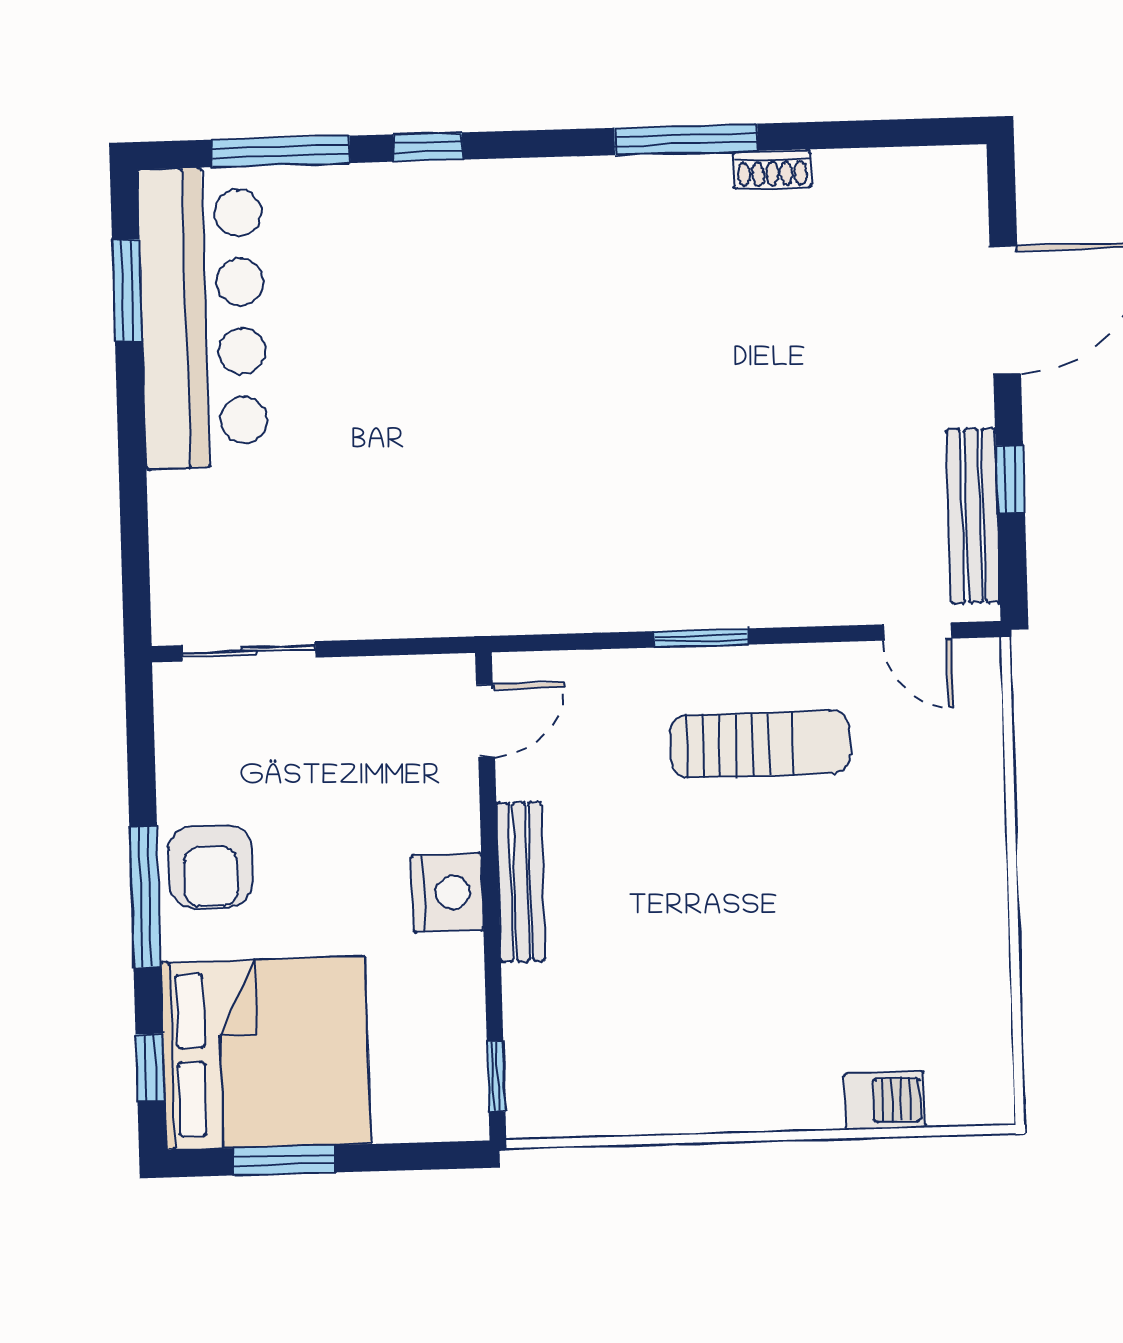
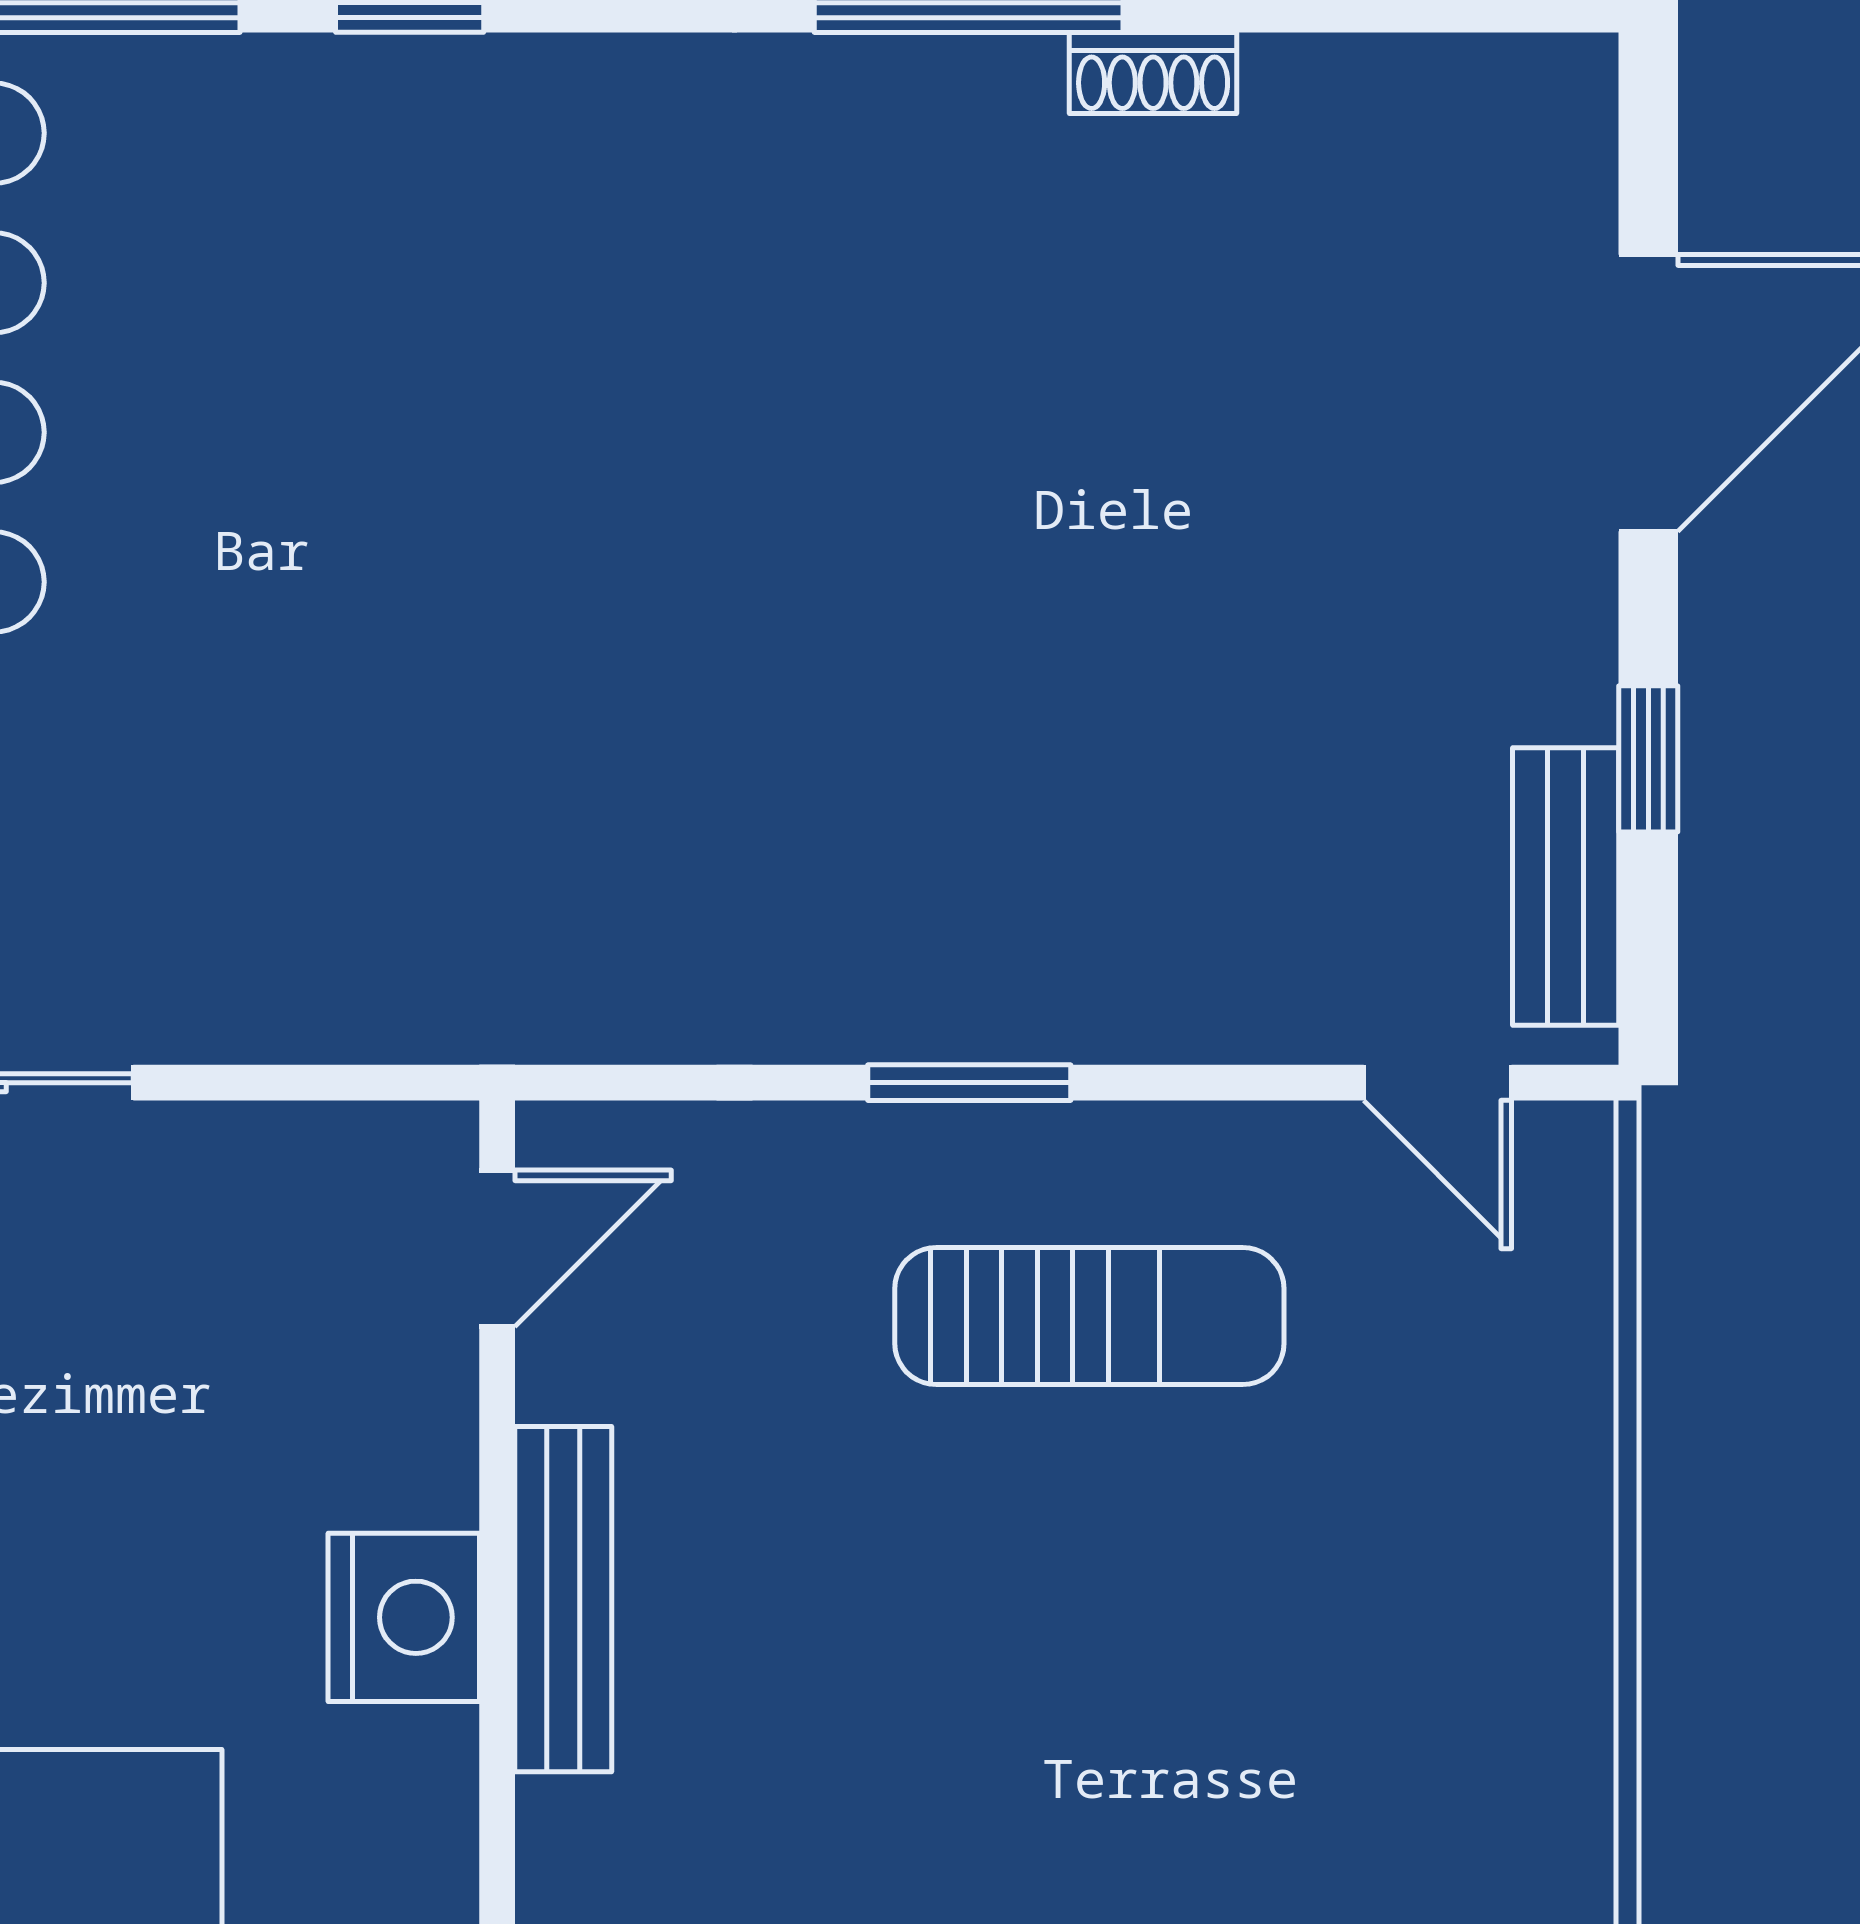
bench: (973, 516) -> (1566, 887), width x0.73

